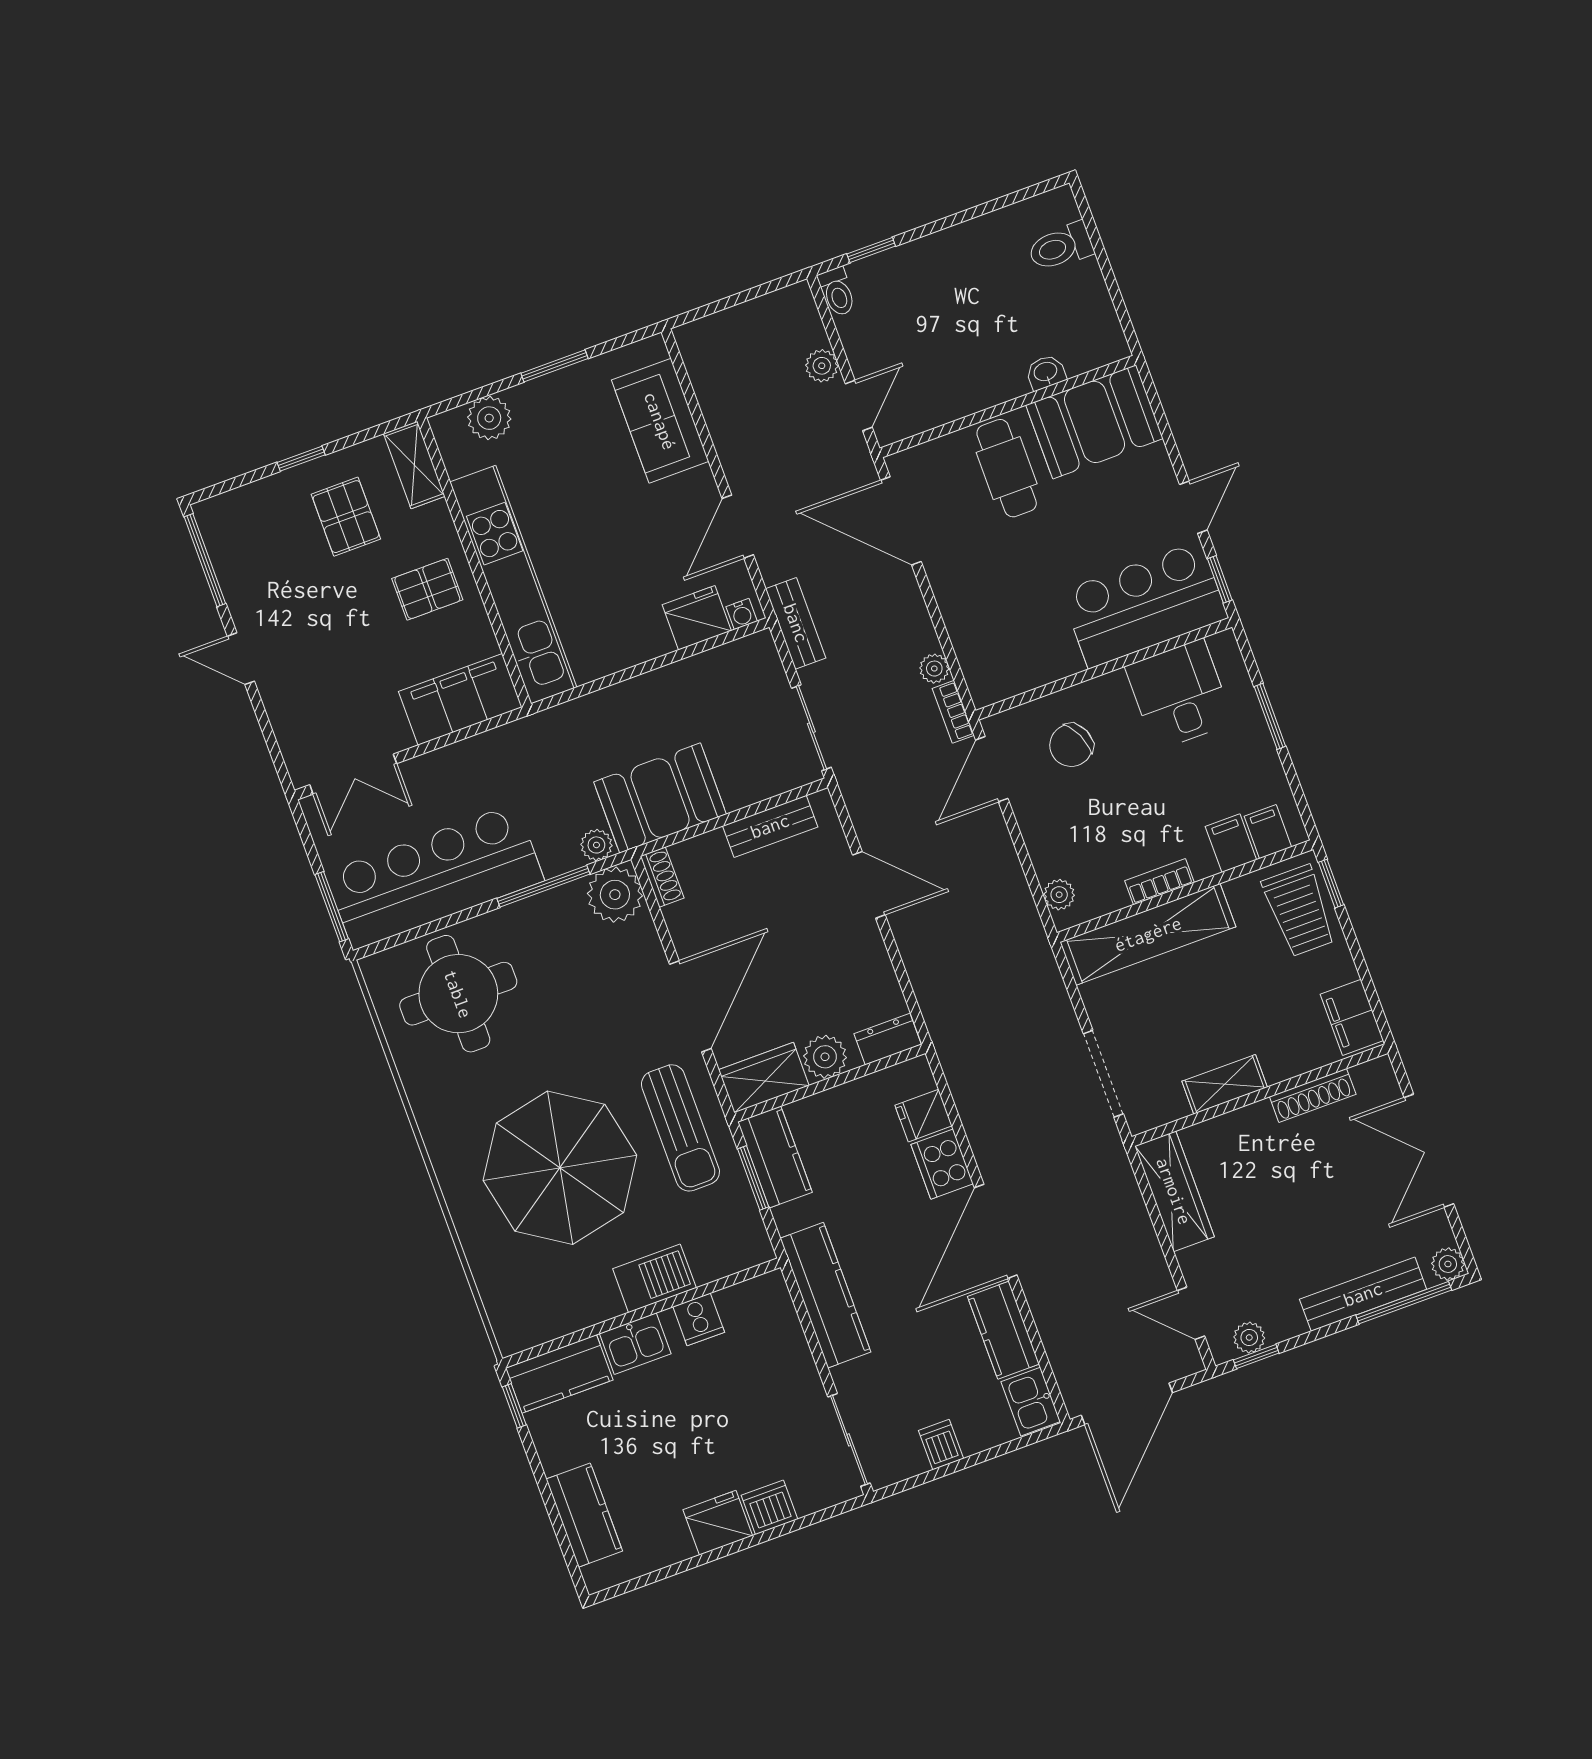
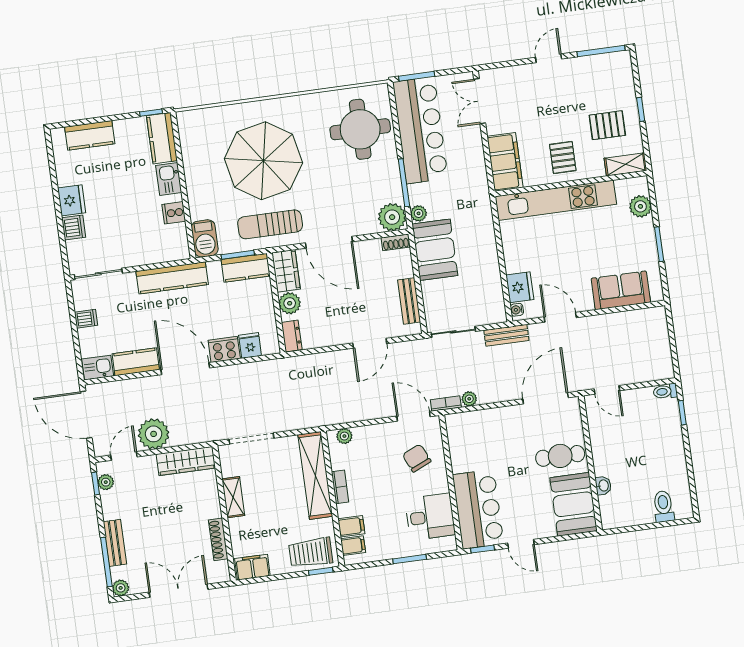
plant: (822, 366) -> (154, 434), moved, width x1.87, depth x1.87
barbecue: (654, 1278) -> (205, 238), moved
bench: (1363, 1294) -> (115, 543), width x0.73

